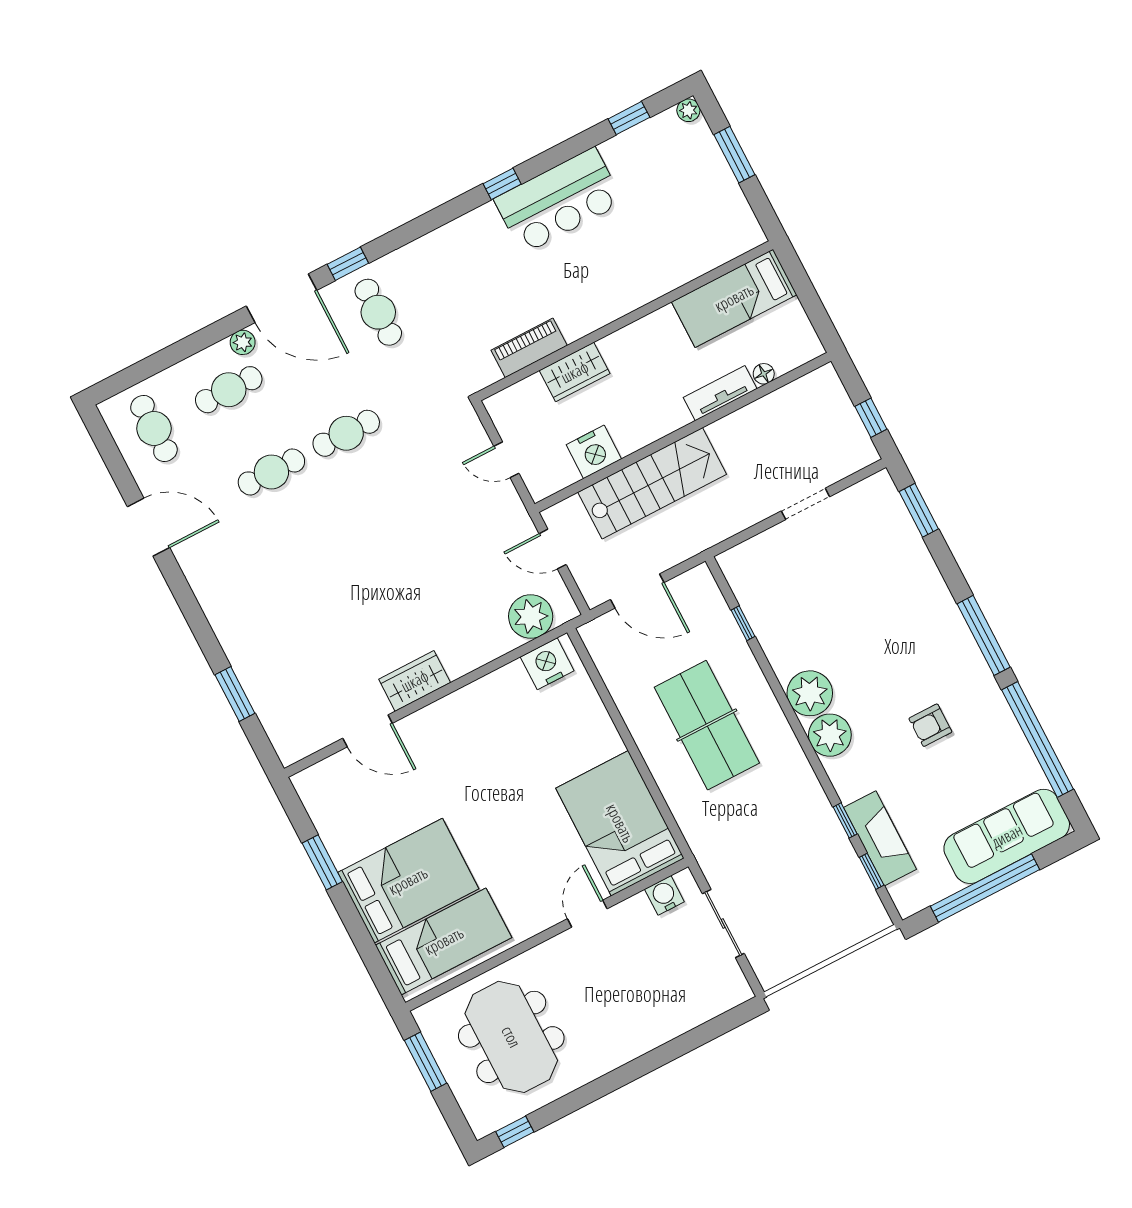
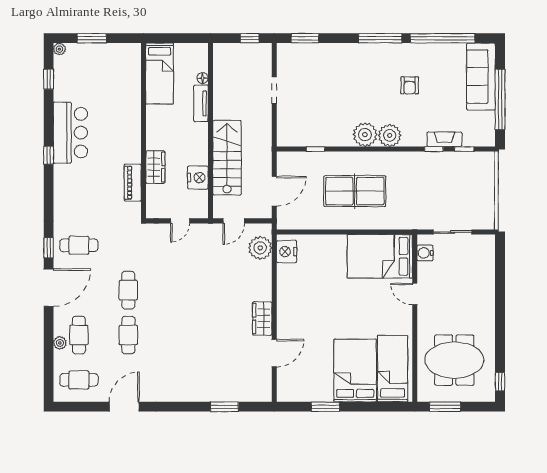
plant: (243, 342) -> (60, 343), moved
fireplace: (880, 838) -> (444, 139), width x0.73, depth x0.76

